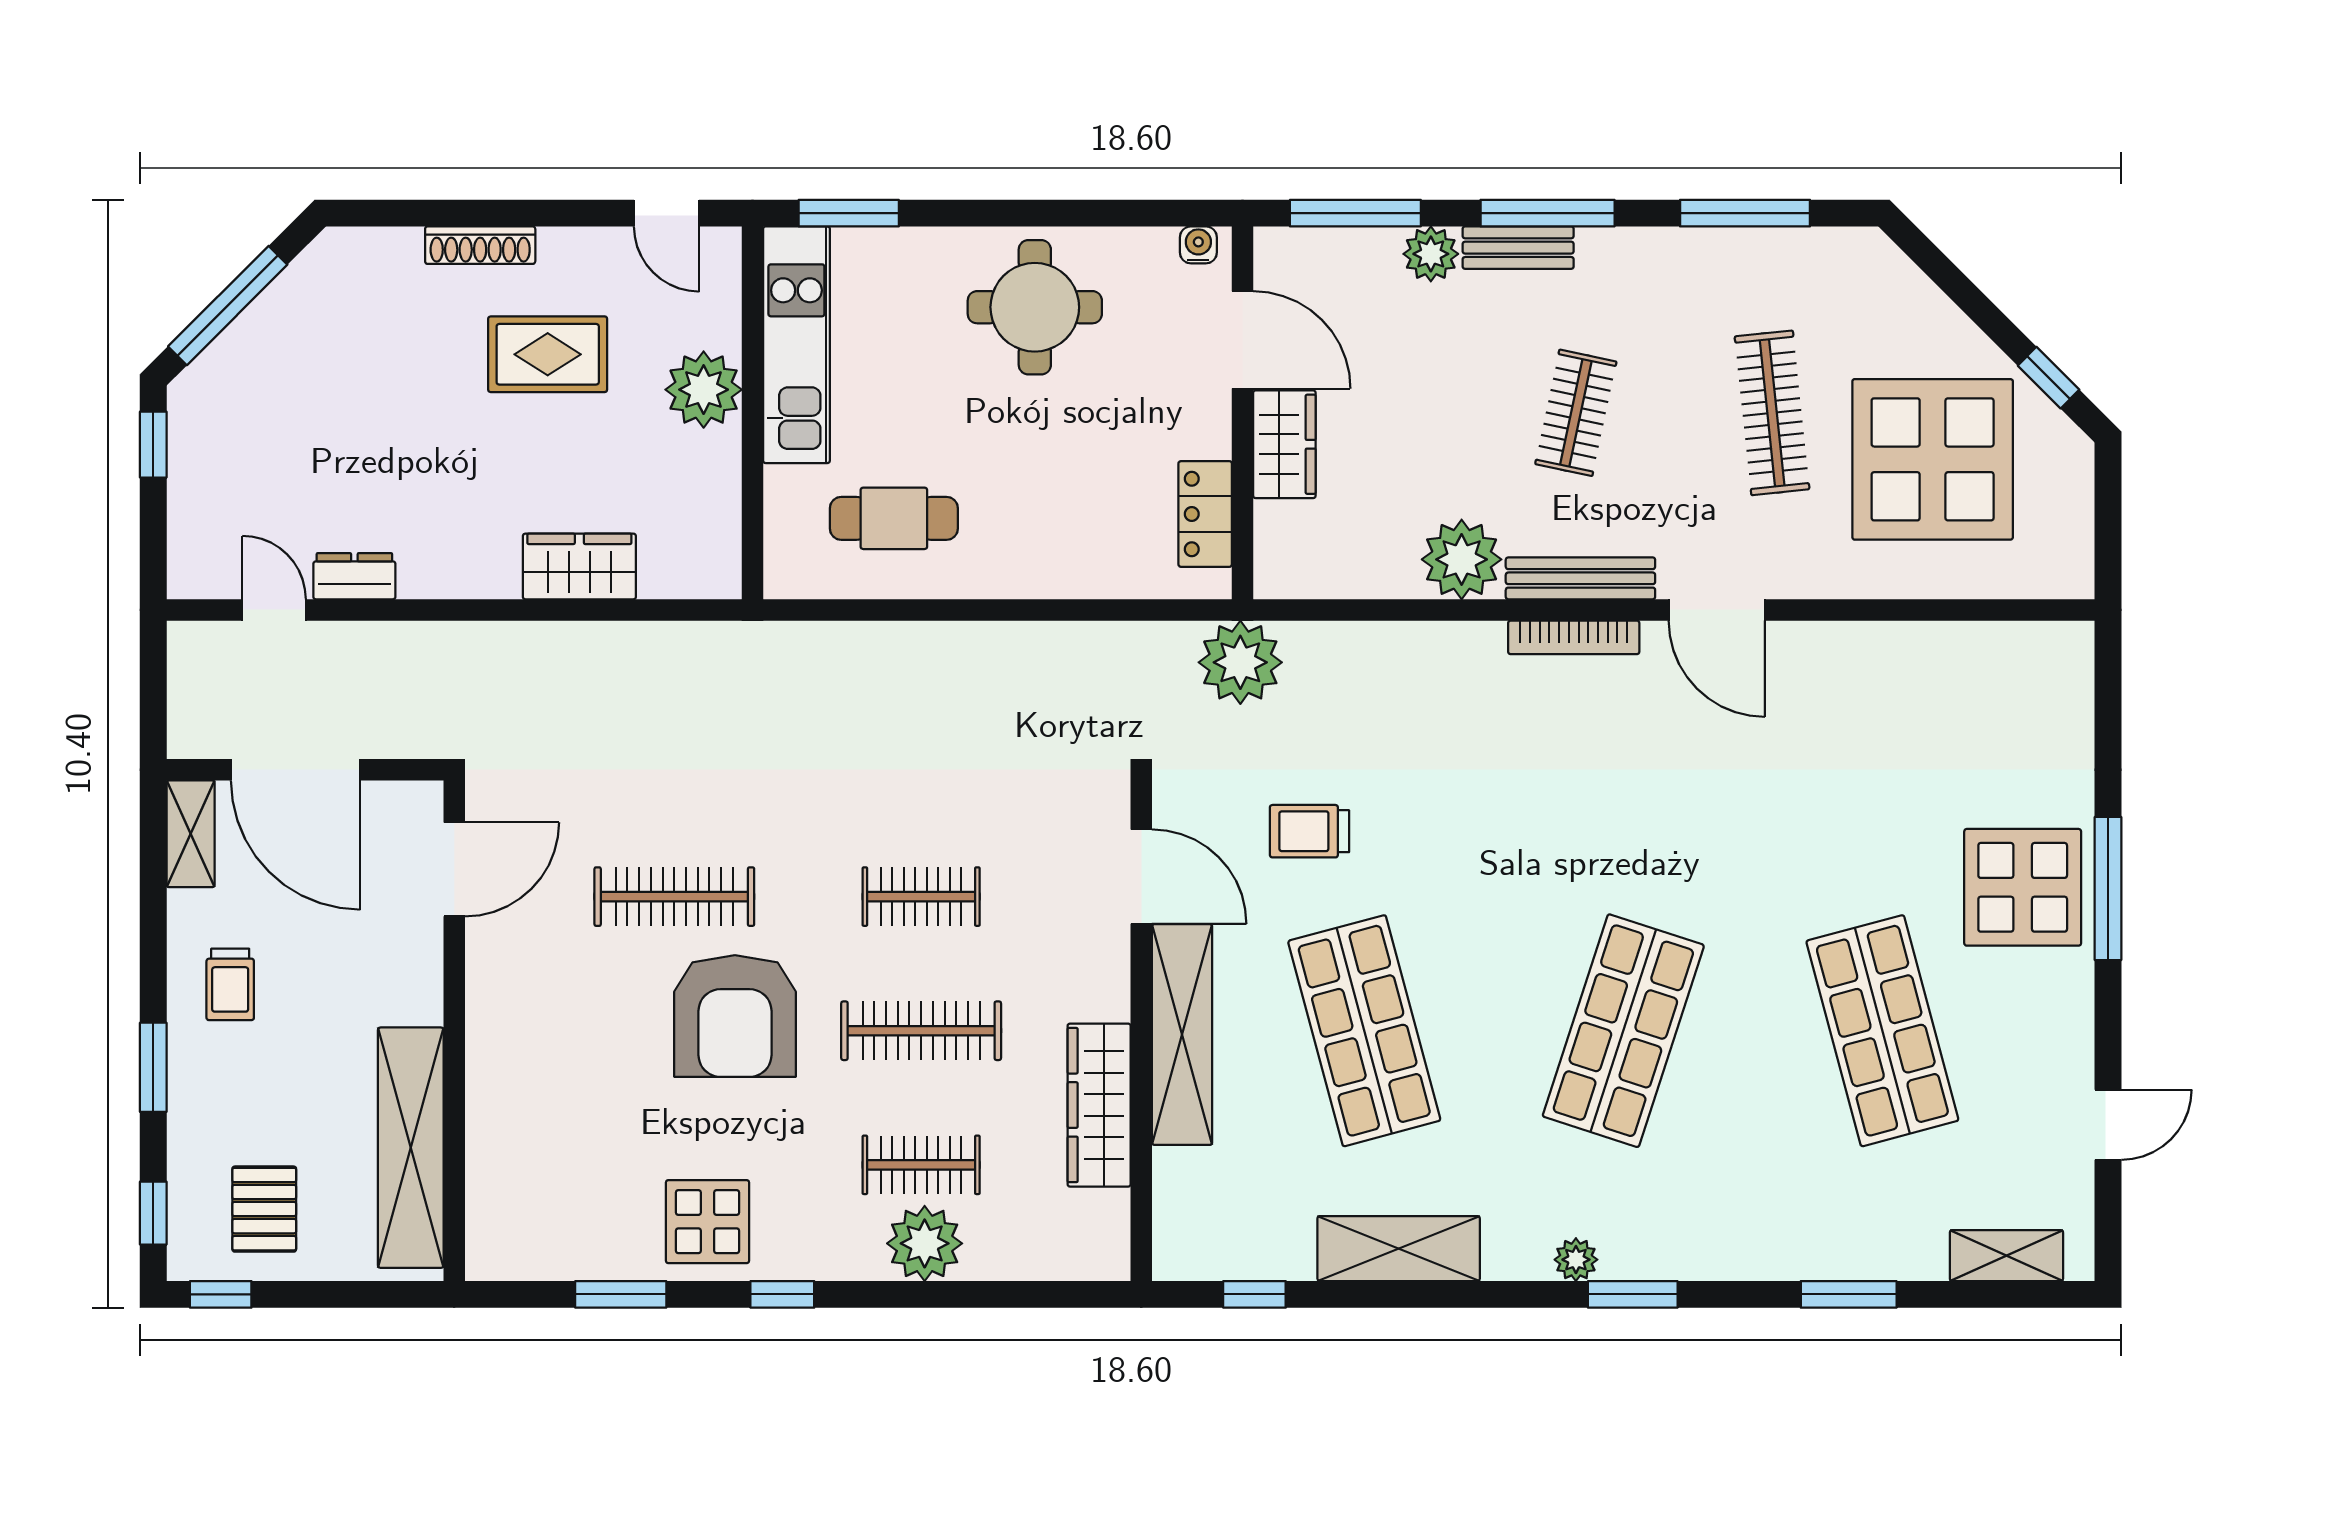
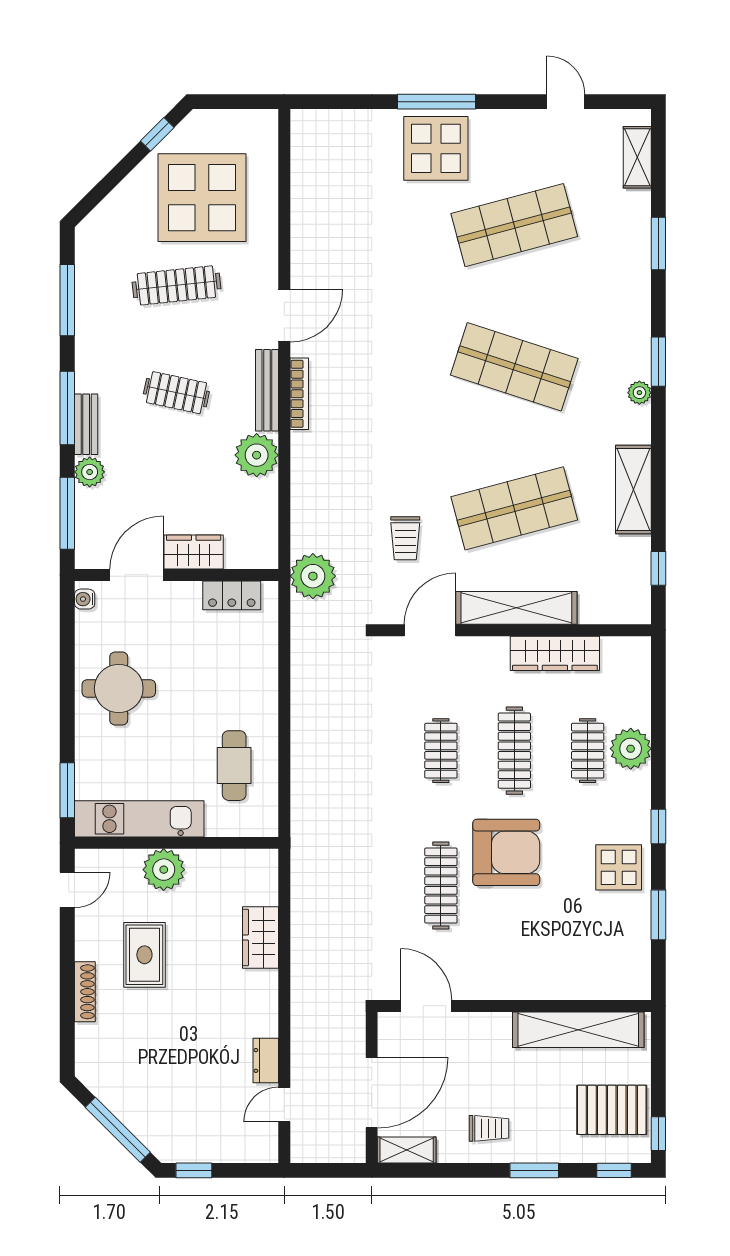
pallet: (264, 1209) -> (612, 1110), width x1.50, depth x1.42

